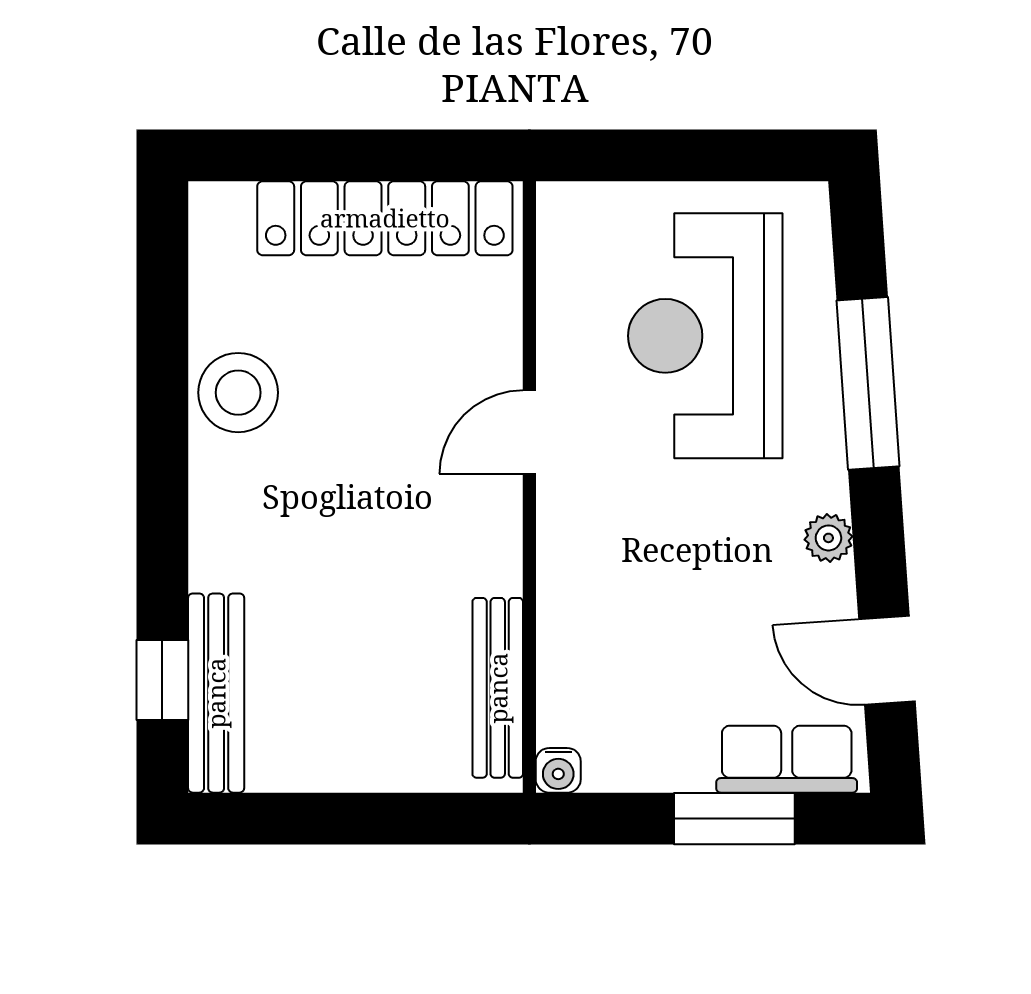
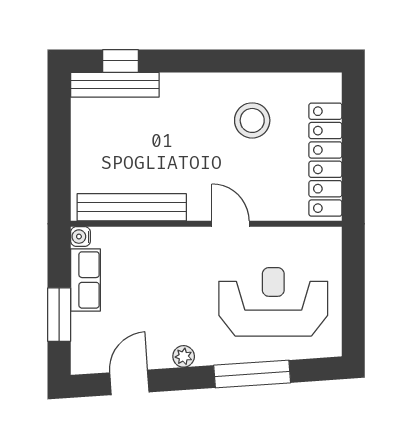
stool: (238, 393) -> (252, 120), moved
bench: (498, 688) -> (132, 207), width x1.37, depth x1.21
row of seats: (787, 759) -> (85, 280), moved

